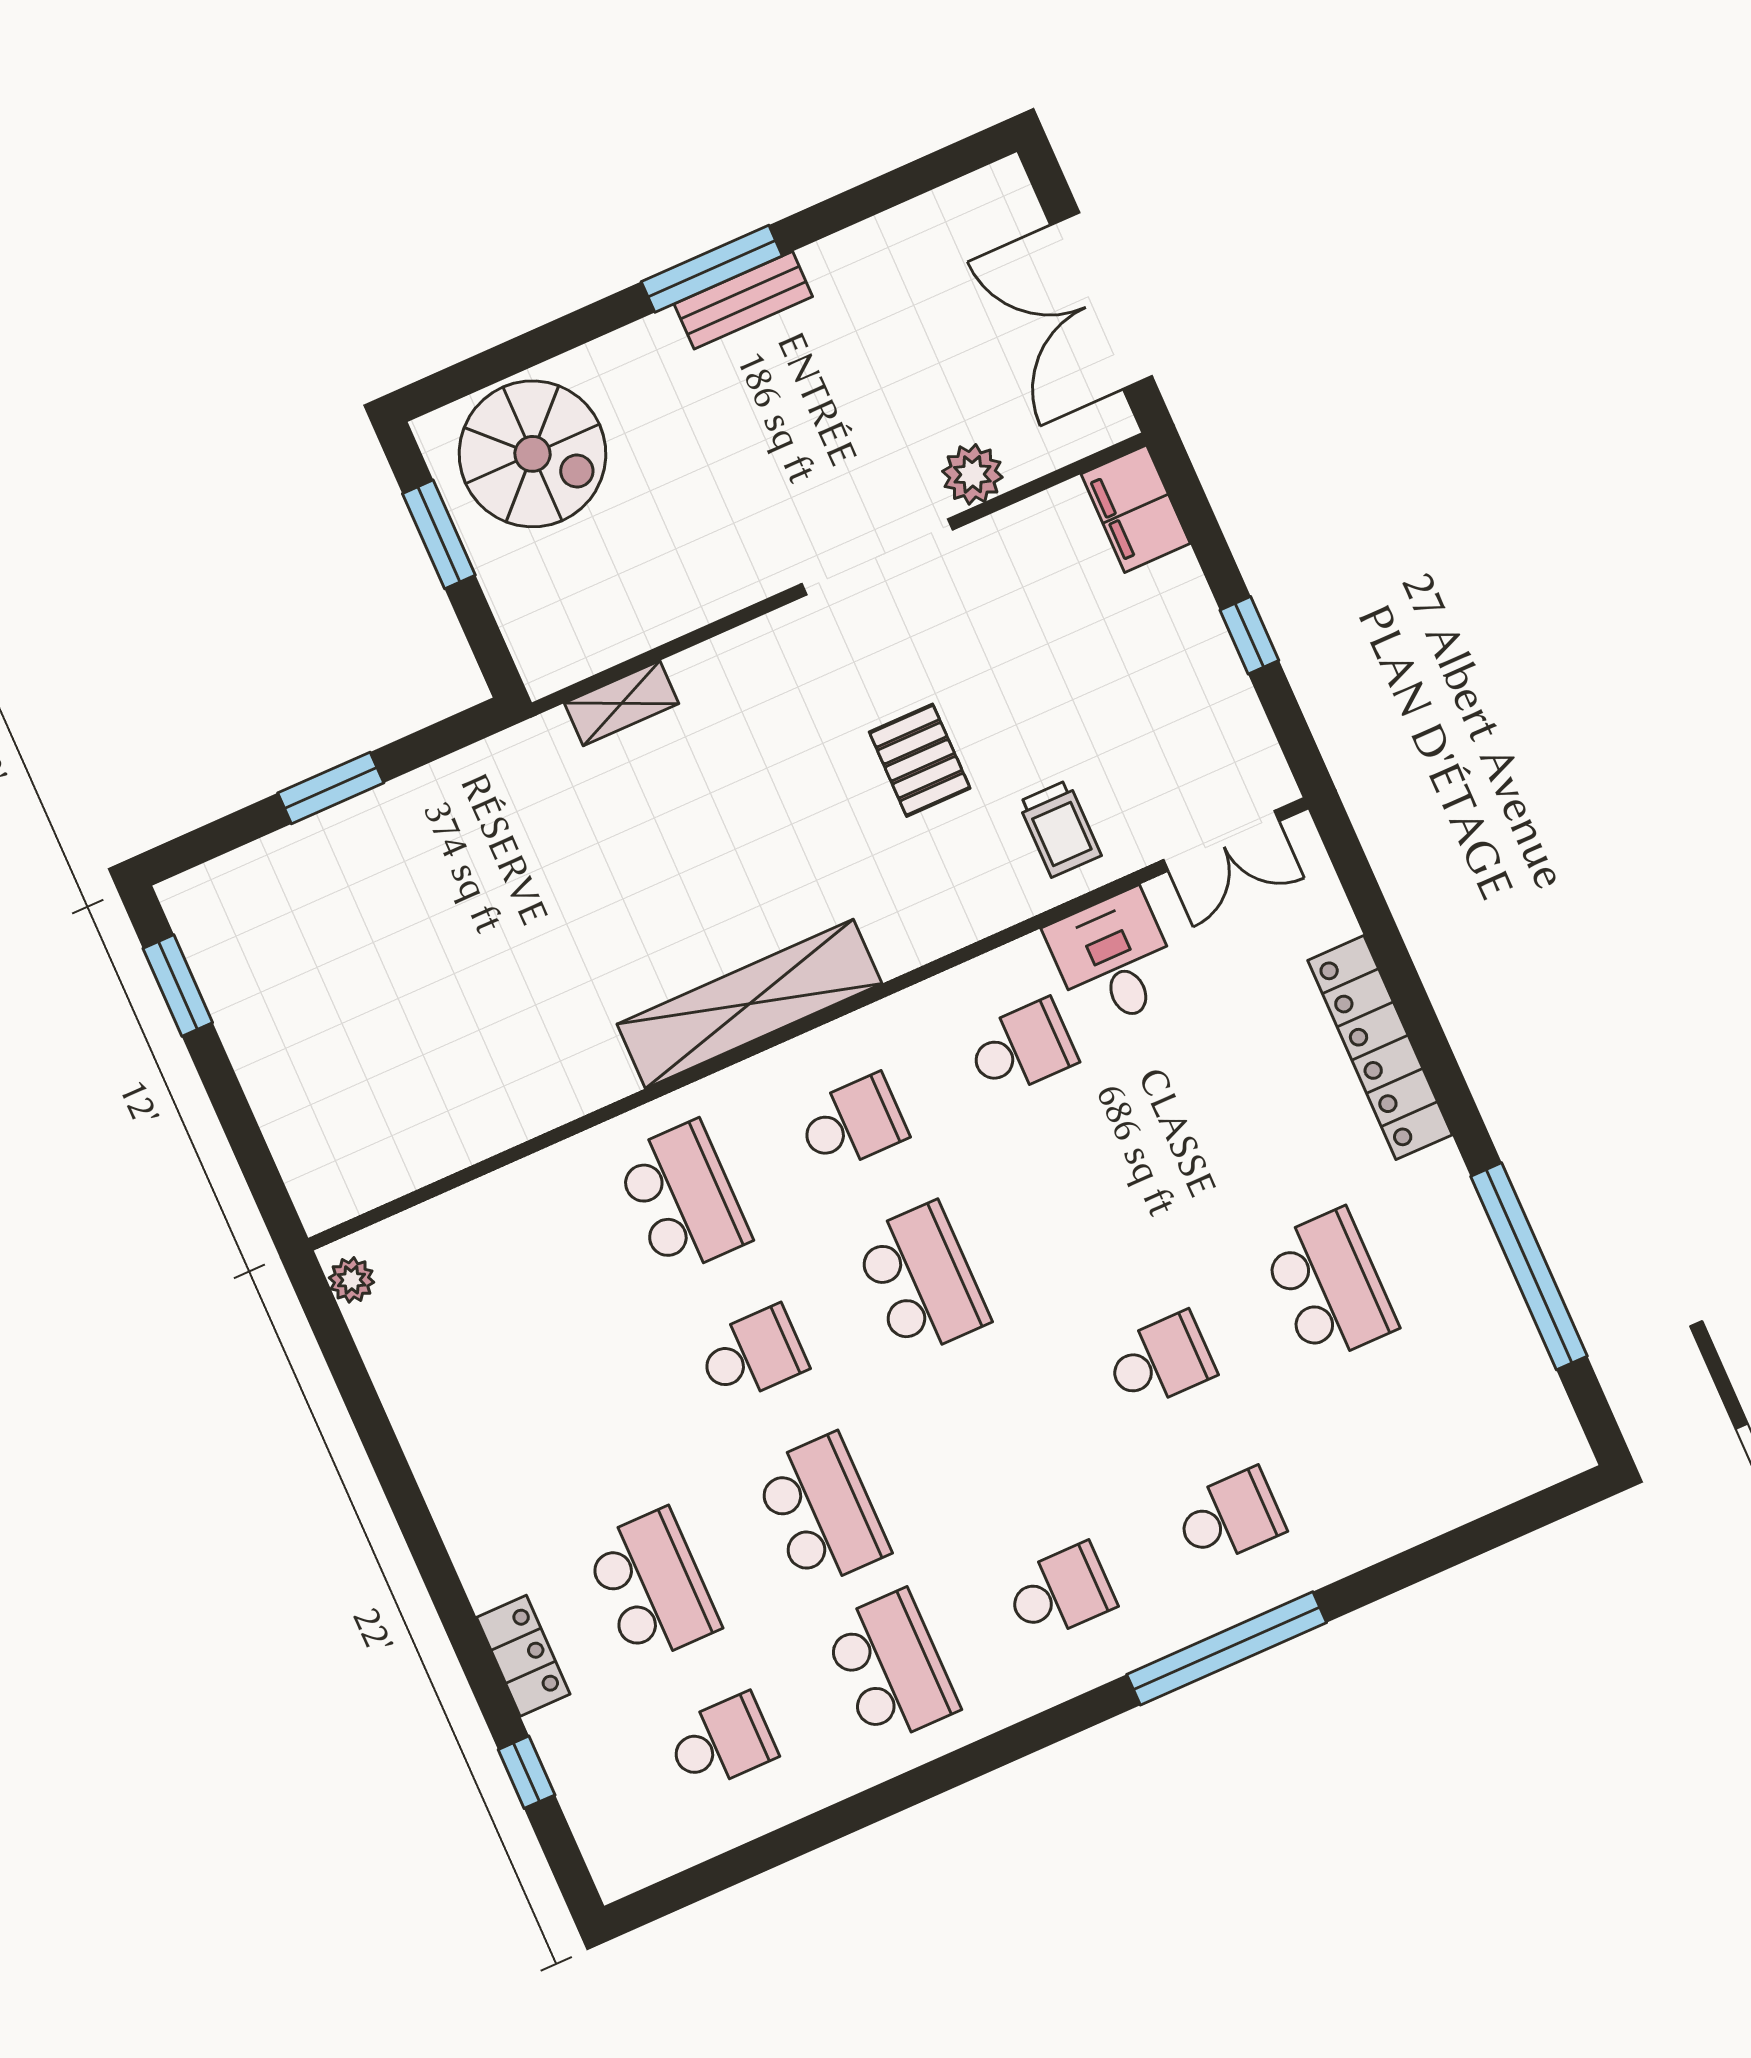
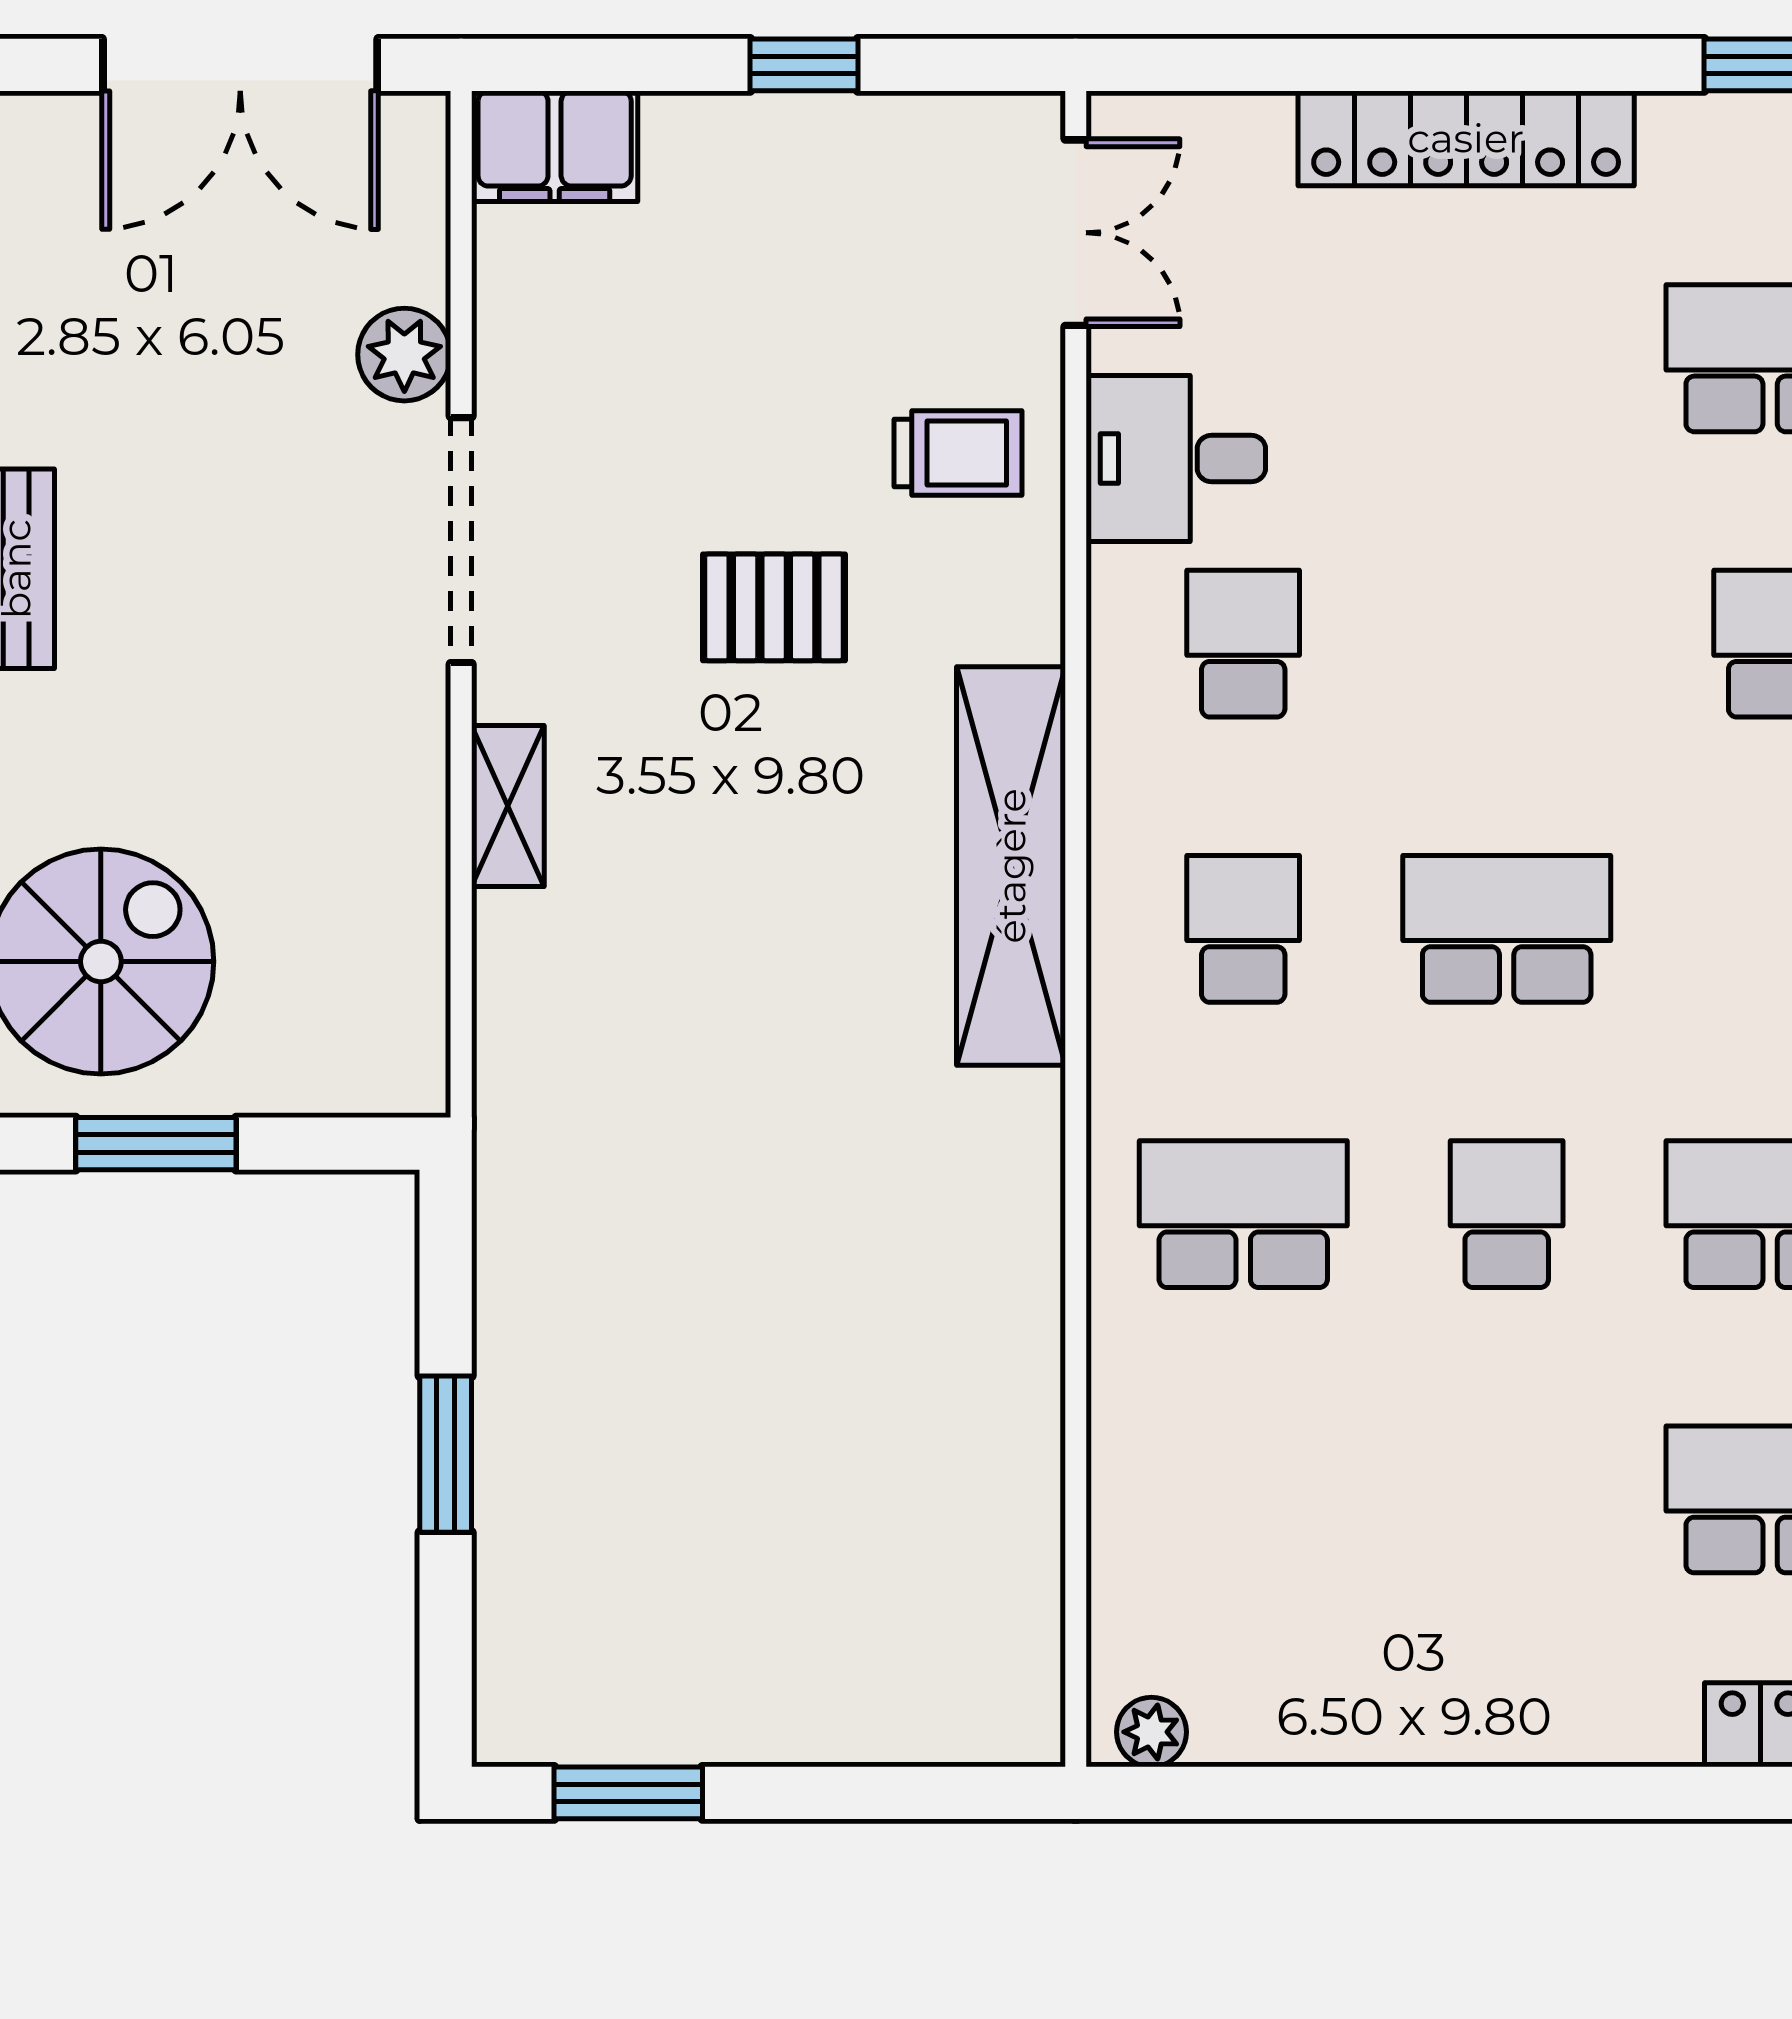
shelving: (622, 703) -> (508, 806), moved
shelving: (749, 1004) -> (1011, 866), moved

